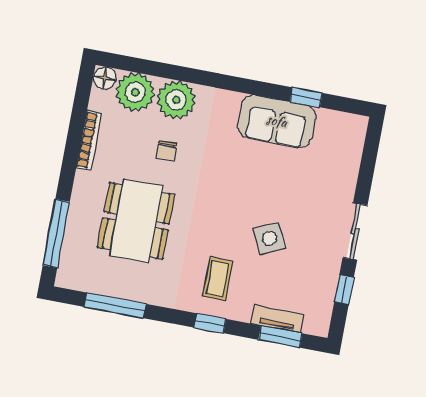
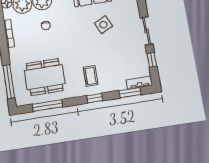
dining table: (136, 221) -> (45, 77), moved, turned 90
side table: (269, 238) -> (103, 25), moved
tv unit: (277, 319) -> (139, 83), moved

